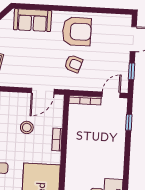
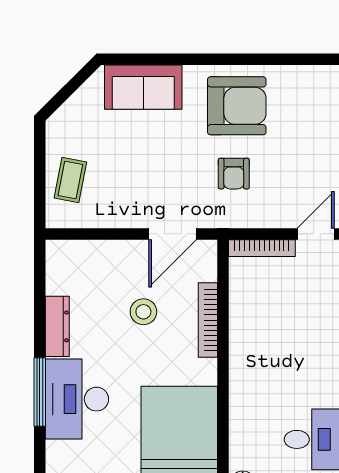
armchair: (74, 64) -> (234, 174), turned 71
bookcase: (57, 140) -> (208, 320), width x1.56

